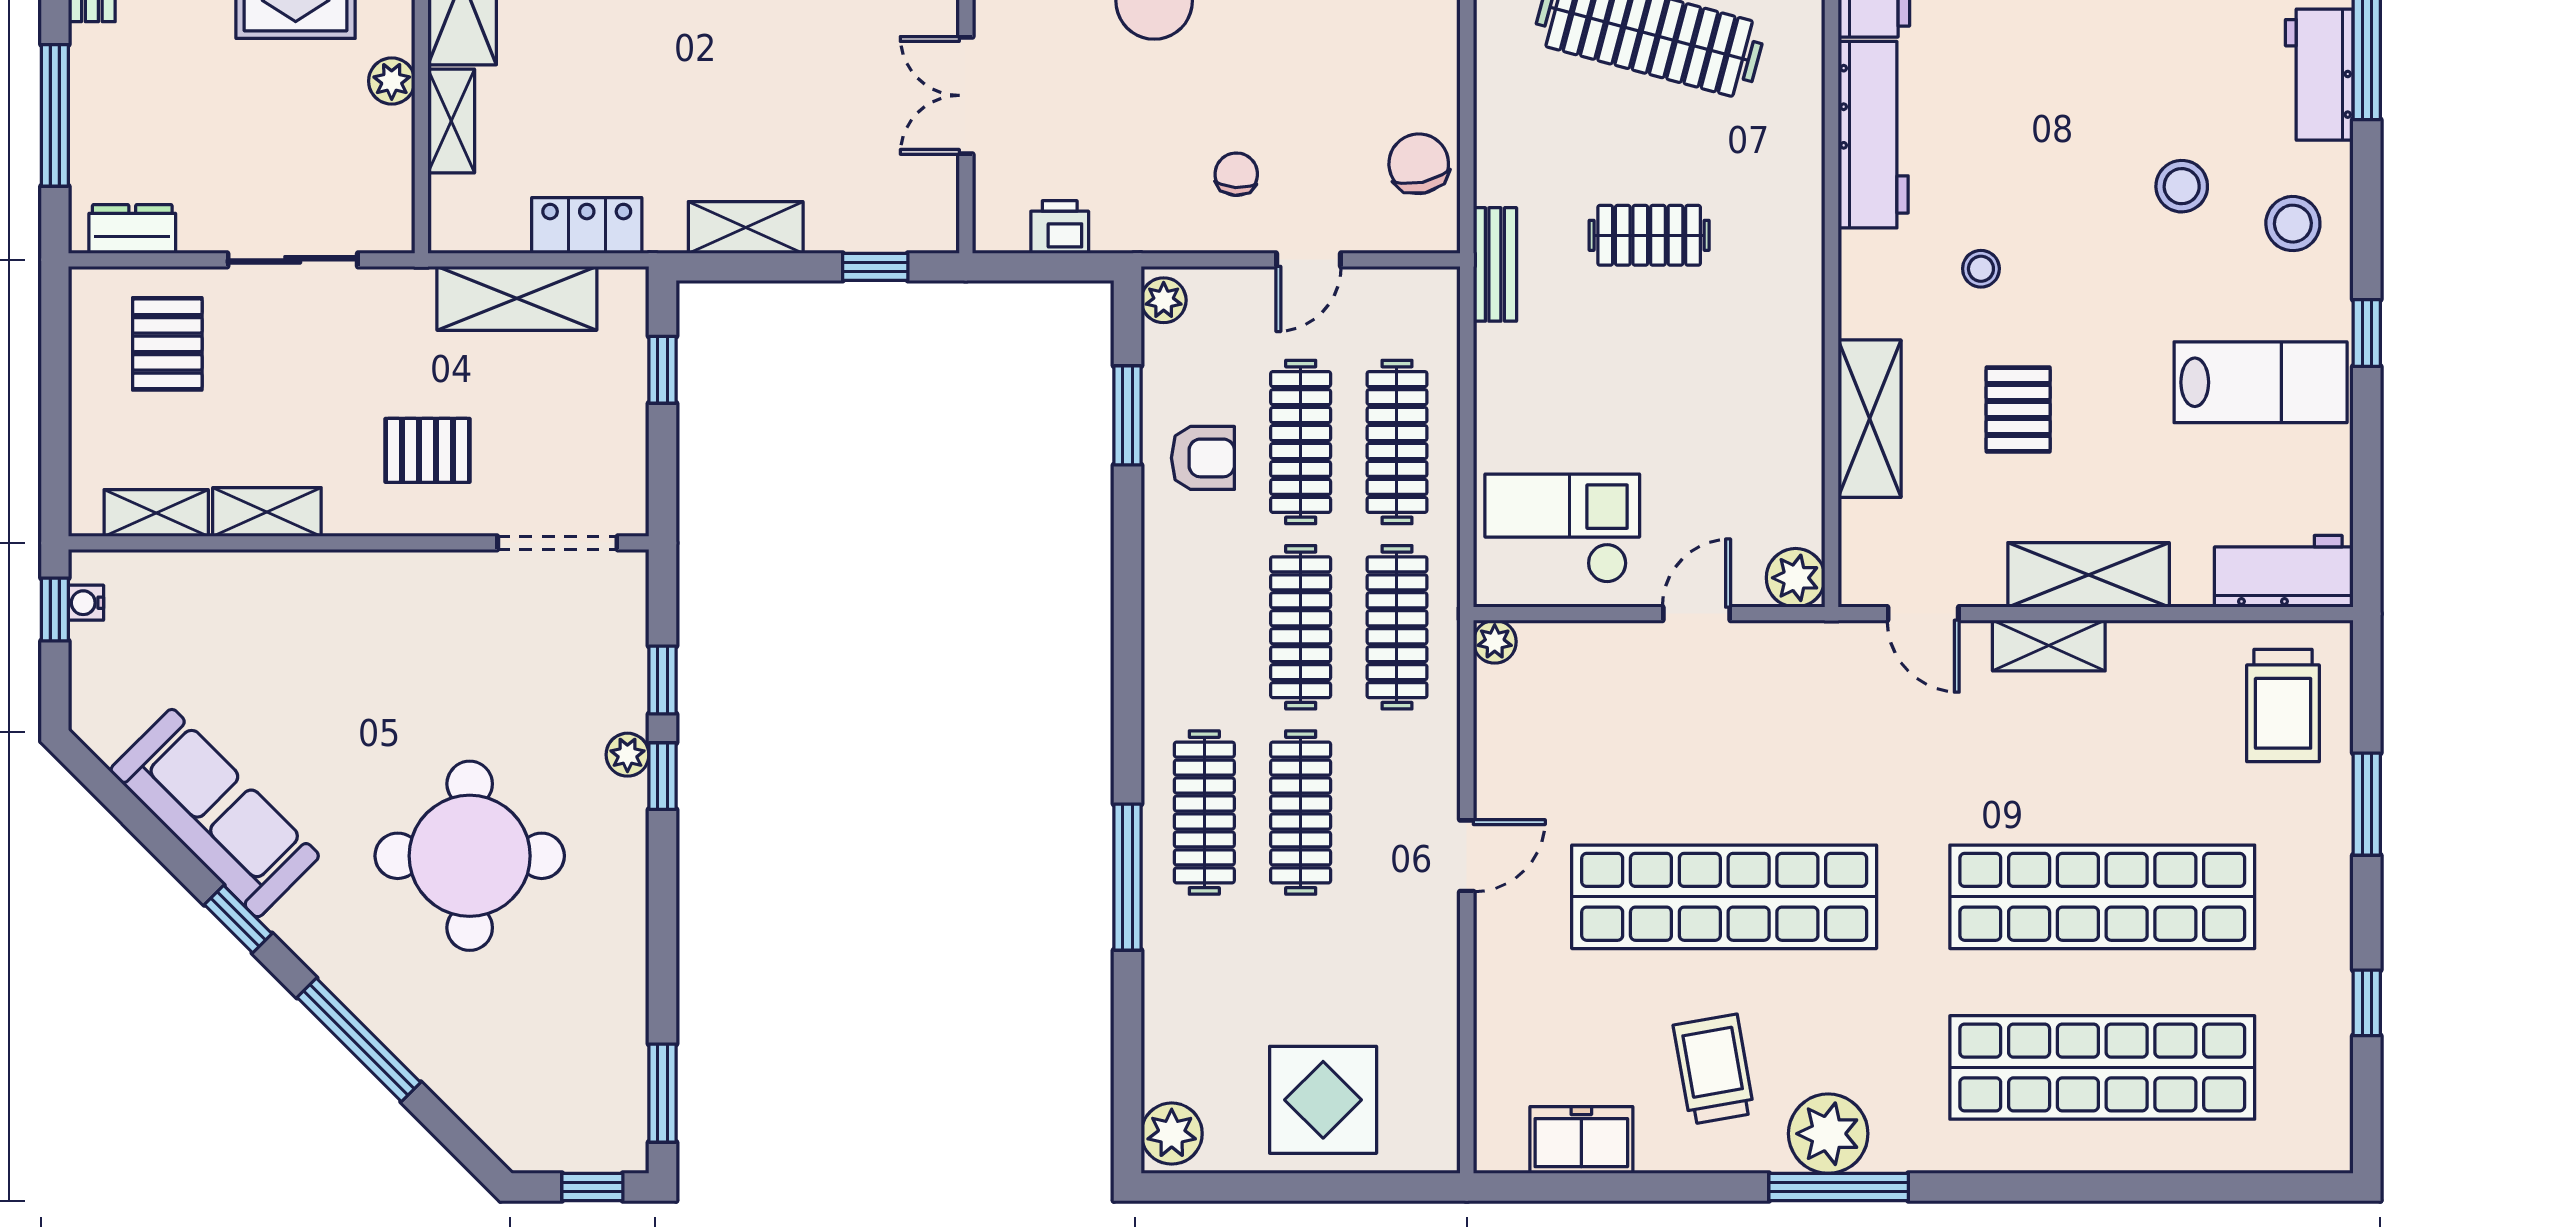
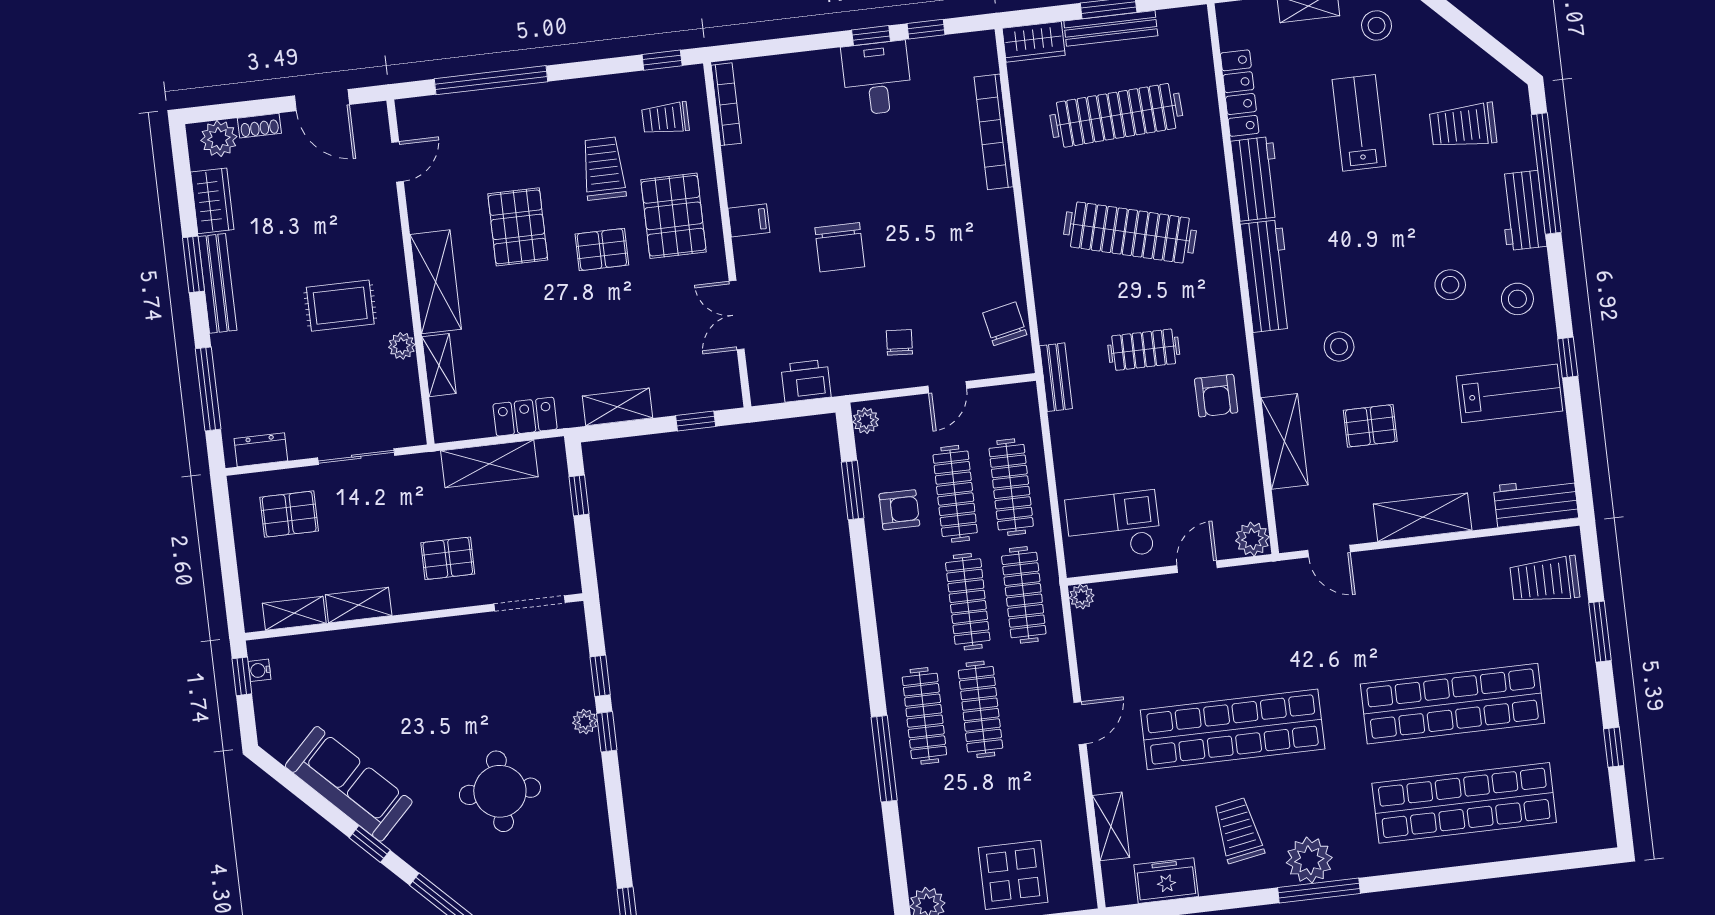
printer: (1060, 227) -> (806, 381), width x1.36, depth x1.24
stool: (1981, 269) -> (1339, 347), width x1.37, depth x1.37
armchair: (1763, 327) -> (1216, 396), added
pallet: (167, 344) -> (289, 514), turned 90
pallet: (2018, 409) -> (1370, 426), turned 90
shelving: (2049, 646) -> (1111, 826), moved, turned 90
trolley: (2283, 705) -> (1545, 580), turned 90
round table: (470, 856) -> (500, 791), width x0.73, depth x0.73

